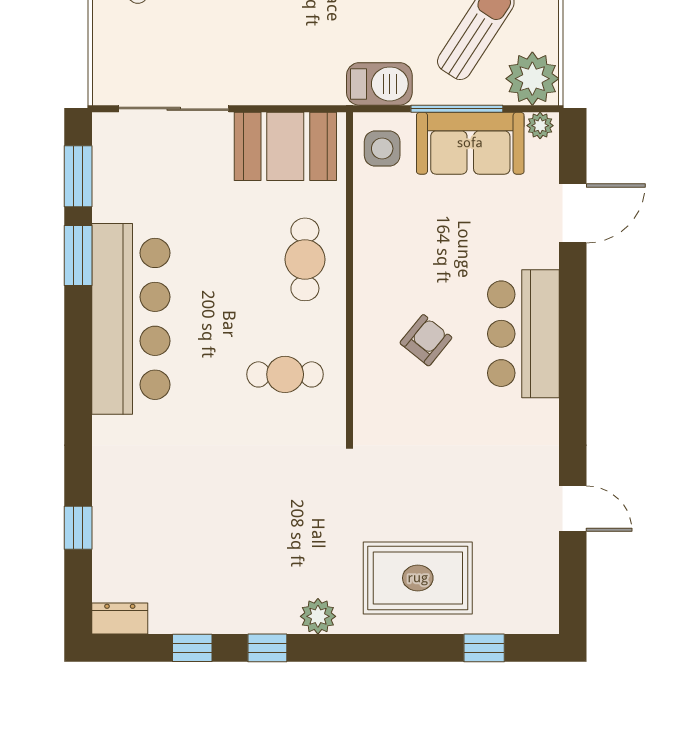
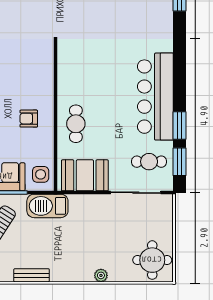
barbecue: (379, 84) -> (47, 206), width x1.37, depth x1.21
armchair: (426, 340) -> (29, 119), moved, turned 51
cafe table: (285, 374) -> (149, 162), moved

